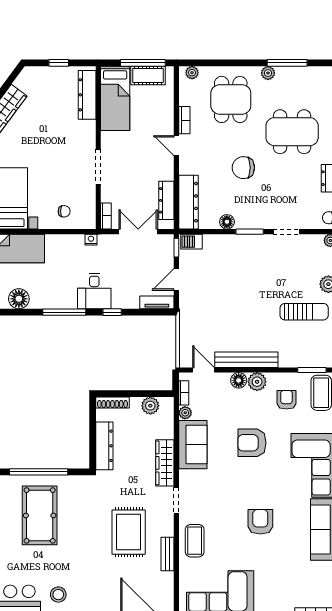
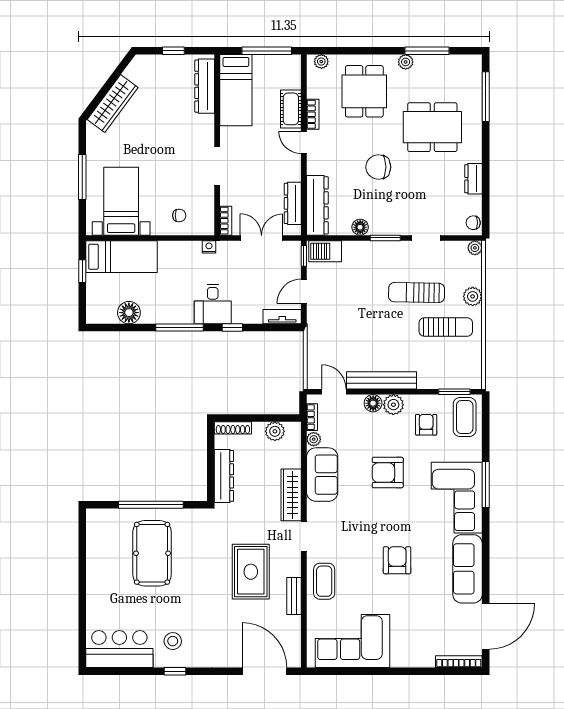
cot: (148, 76) -> (291, 109), moved, turned 90
barbecue: (191, 242) -> (325, 251), width x1.38, depth x1.27
sun lounger: (278, 281) -> (417, 293), added

